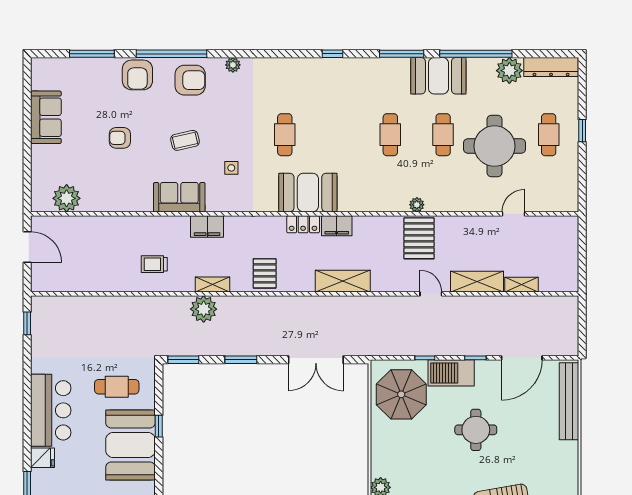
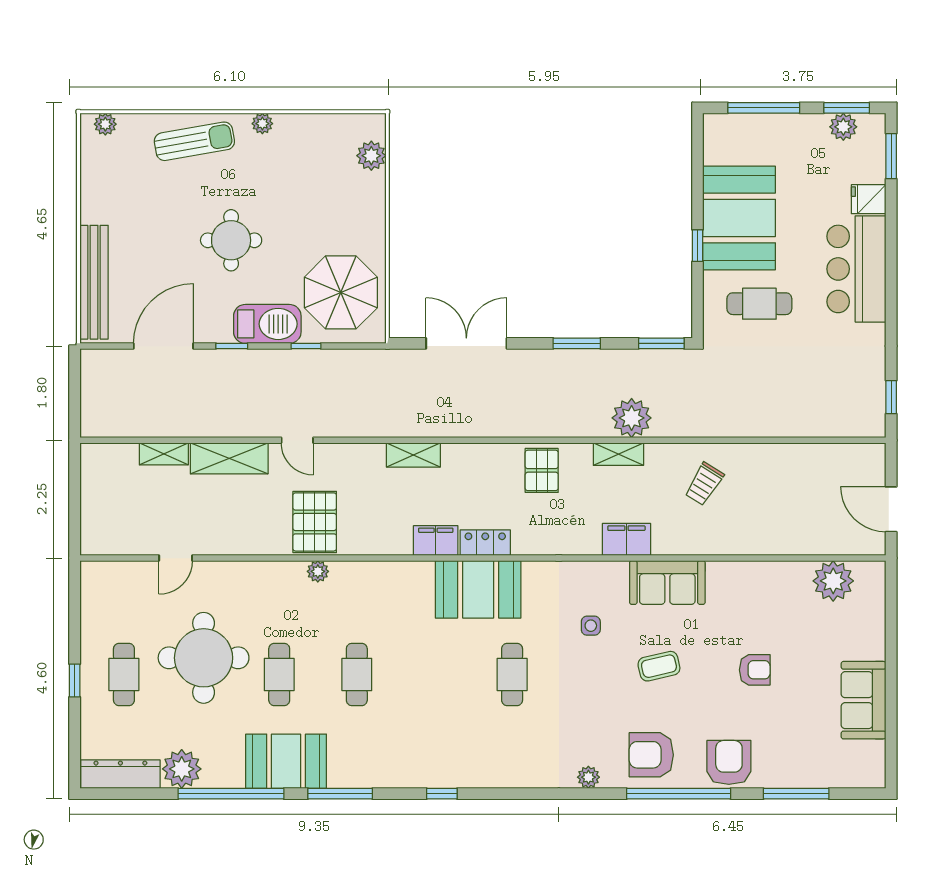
trolley: (154, 264) -> (704, 484), turned 122
shelving: (343, 281) -> (413, 455), width x0.67, depth x0.75

